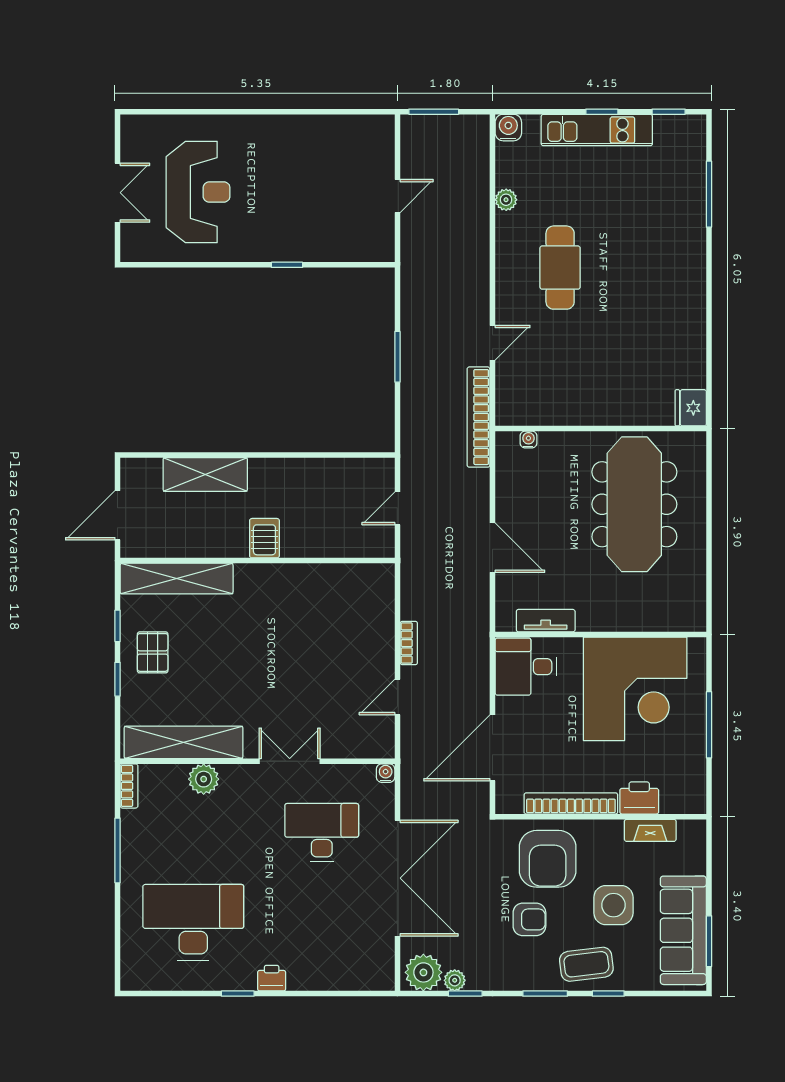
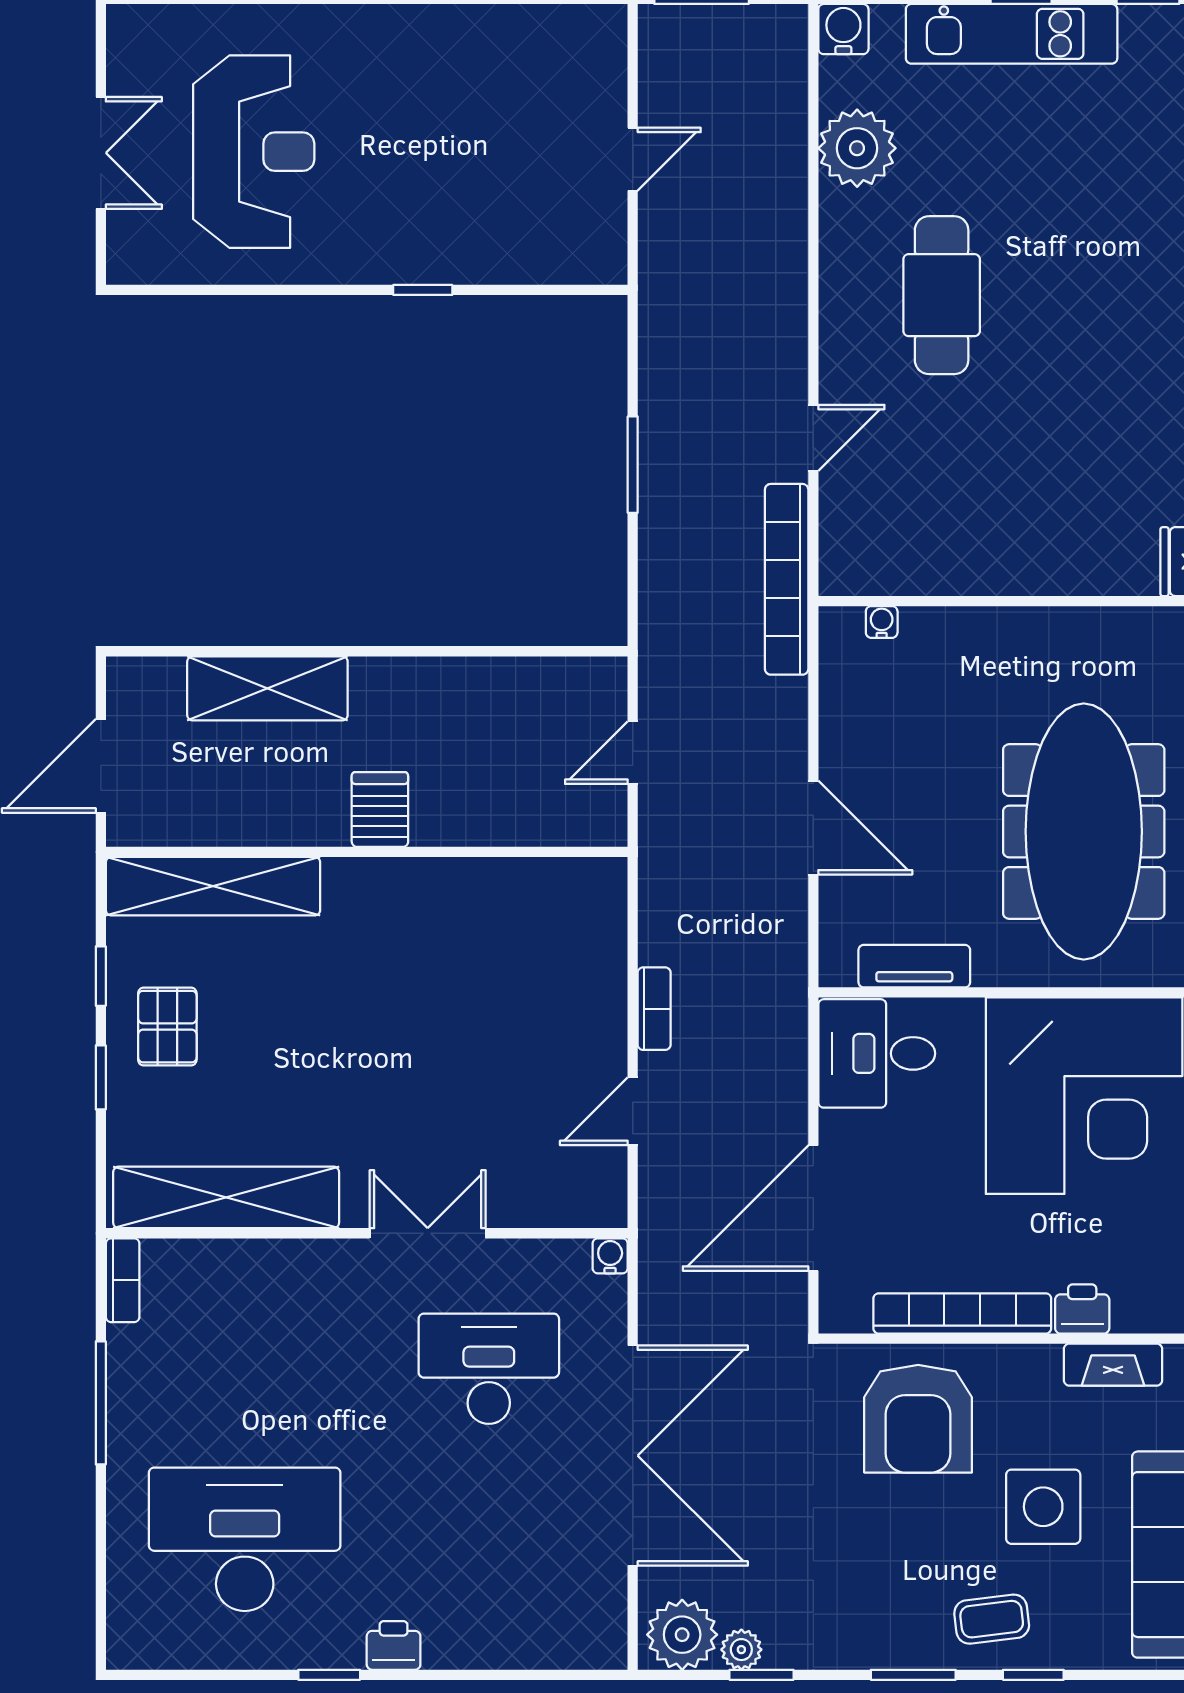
plant: (506, 200) -> (857, 148), width x1.88, depth x1.88
meeting table: (634, 504) -> (1084, 831), moved
plant: (204, 779) -> (264, 1267), removed
printer: (639, 798) -> (1082, 1309), width x0.73, depth x0.81
armchair: (529, 919) -> (883, 1534), removed
coffee table: (586, 964) -> (992, 1619), width x0.73, depth x0.77

